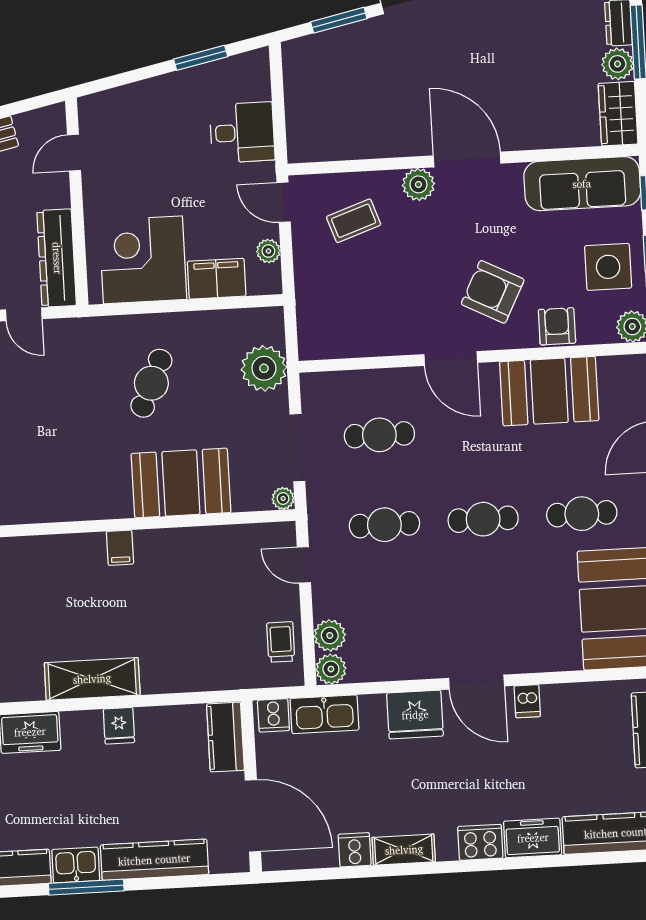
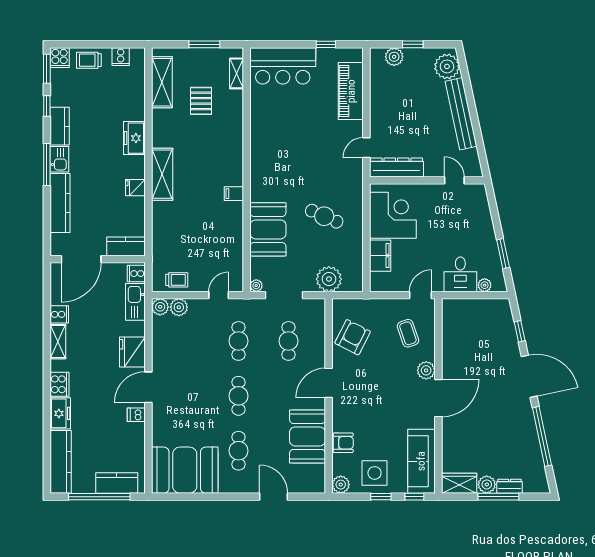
window: (339, 20) -> (520, 331), width x0.67
plant: (268, 251) -> (485, 285), moved
armchair: (493, 292) -> (353, 337), moved

